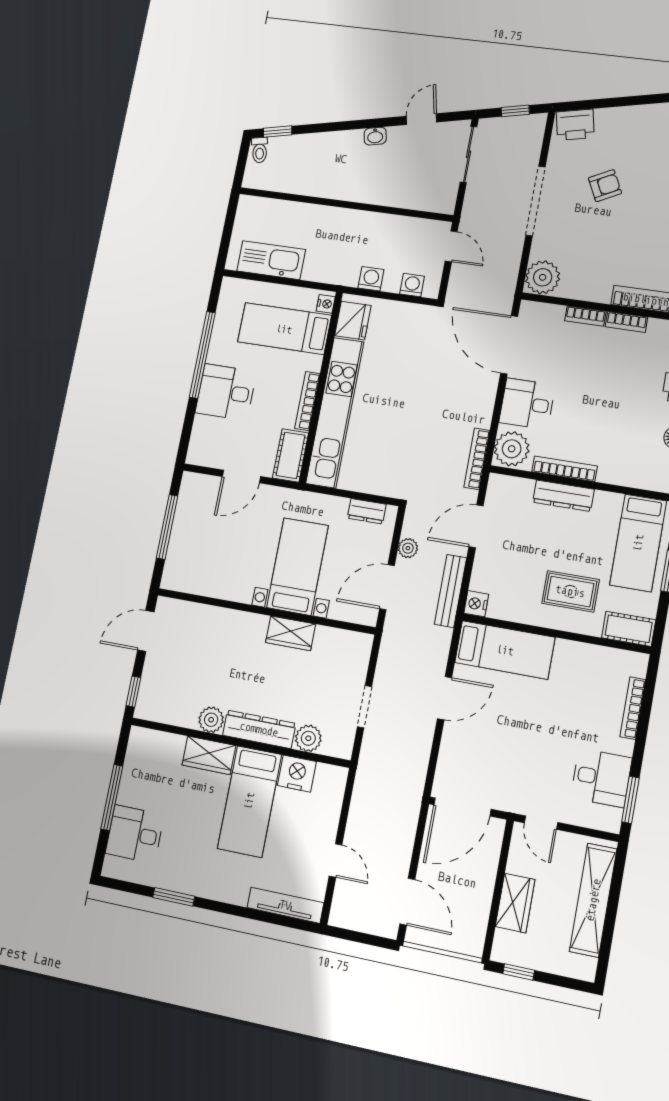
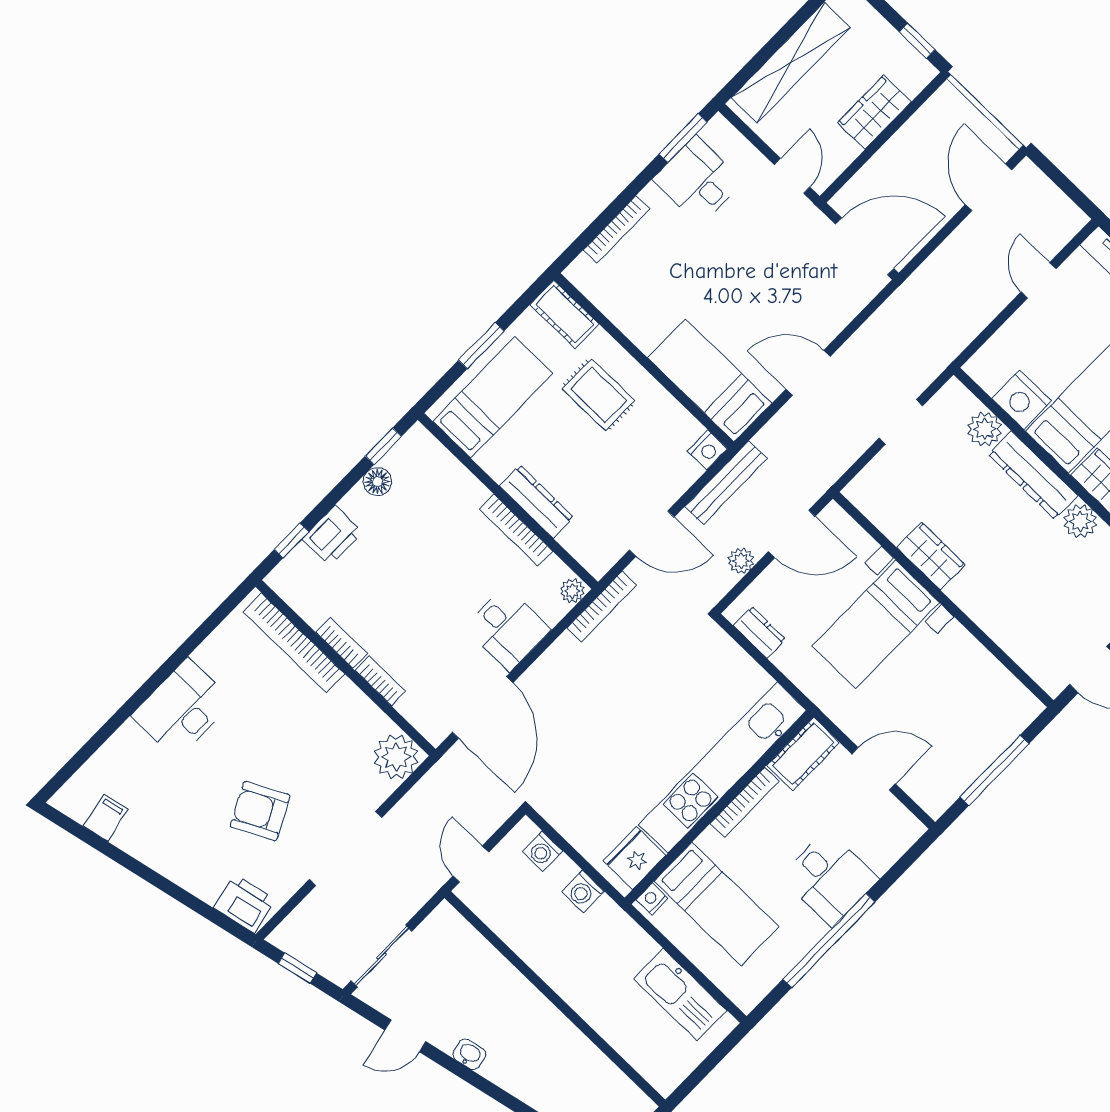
armchair: (605, 186) -> (260, 811), width x1.38, depth x1.38
plant: (512, 449) -> (572, 591), width x0.53, depth x0.53

